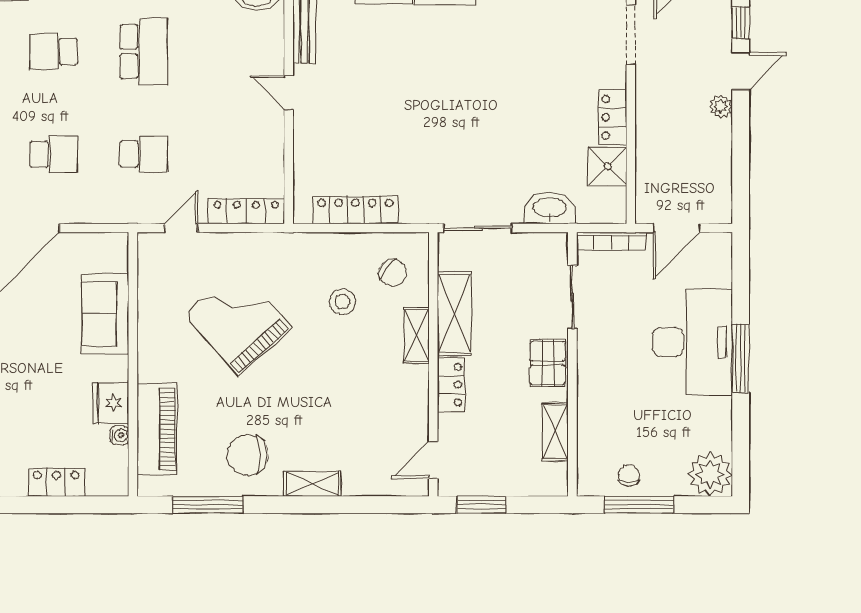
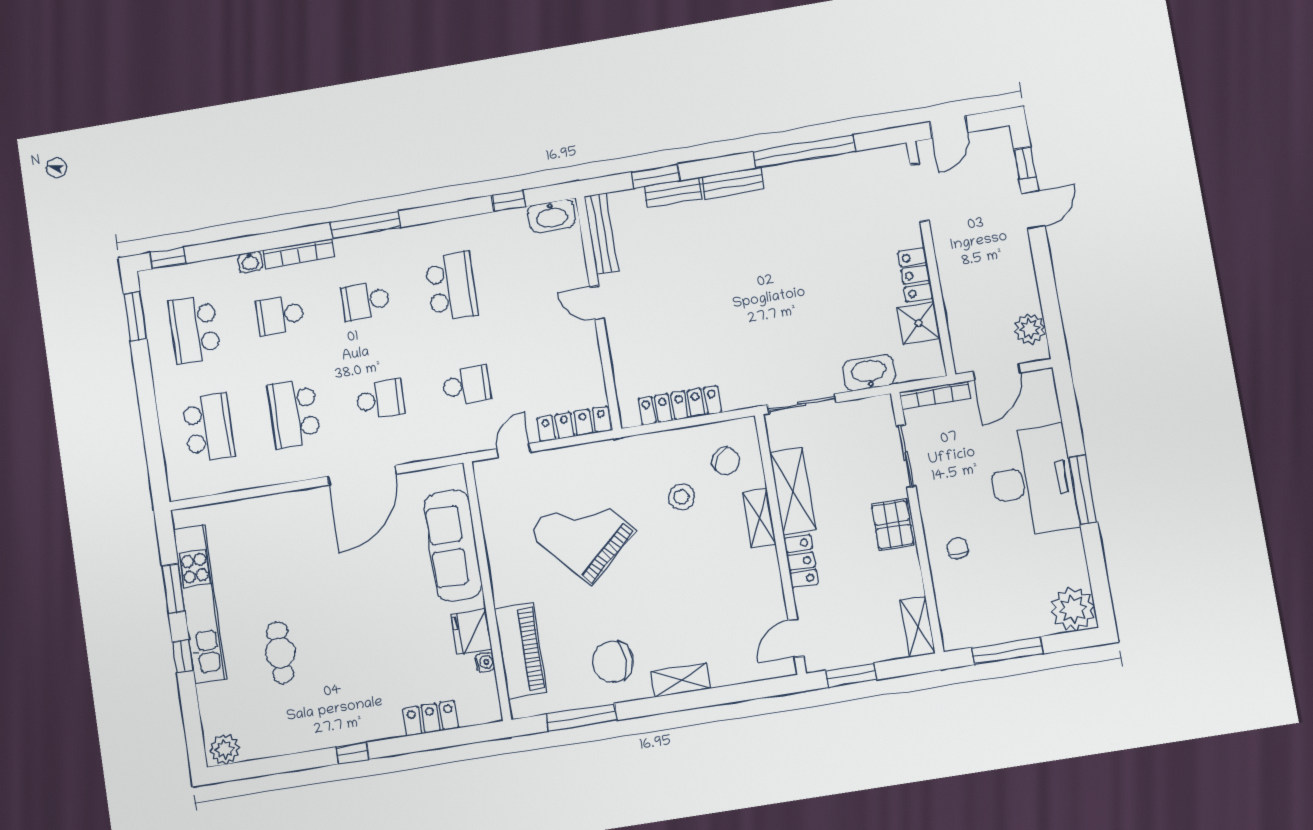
plant: (721, 107) -> (1030, 329), moved, width x1.38, depth x1.38
sofa: (105, 314) -> (453, 546), width x1.36
shelving: (555, 432) -> (918, 627), moved
chair: (629, 475) -> (958, 548), moved

